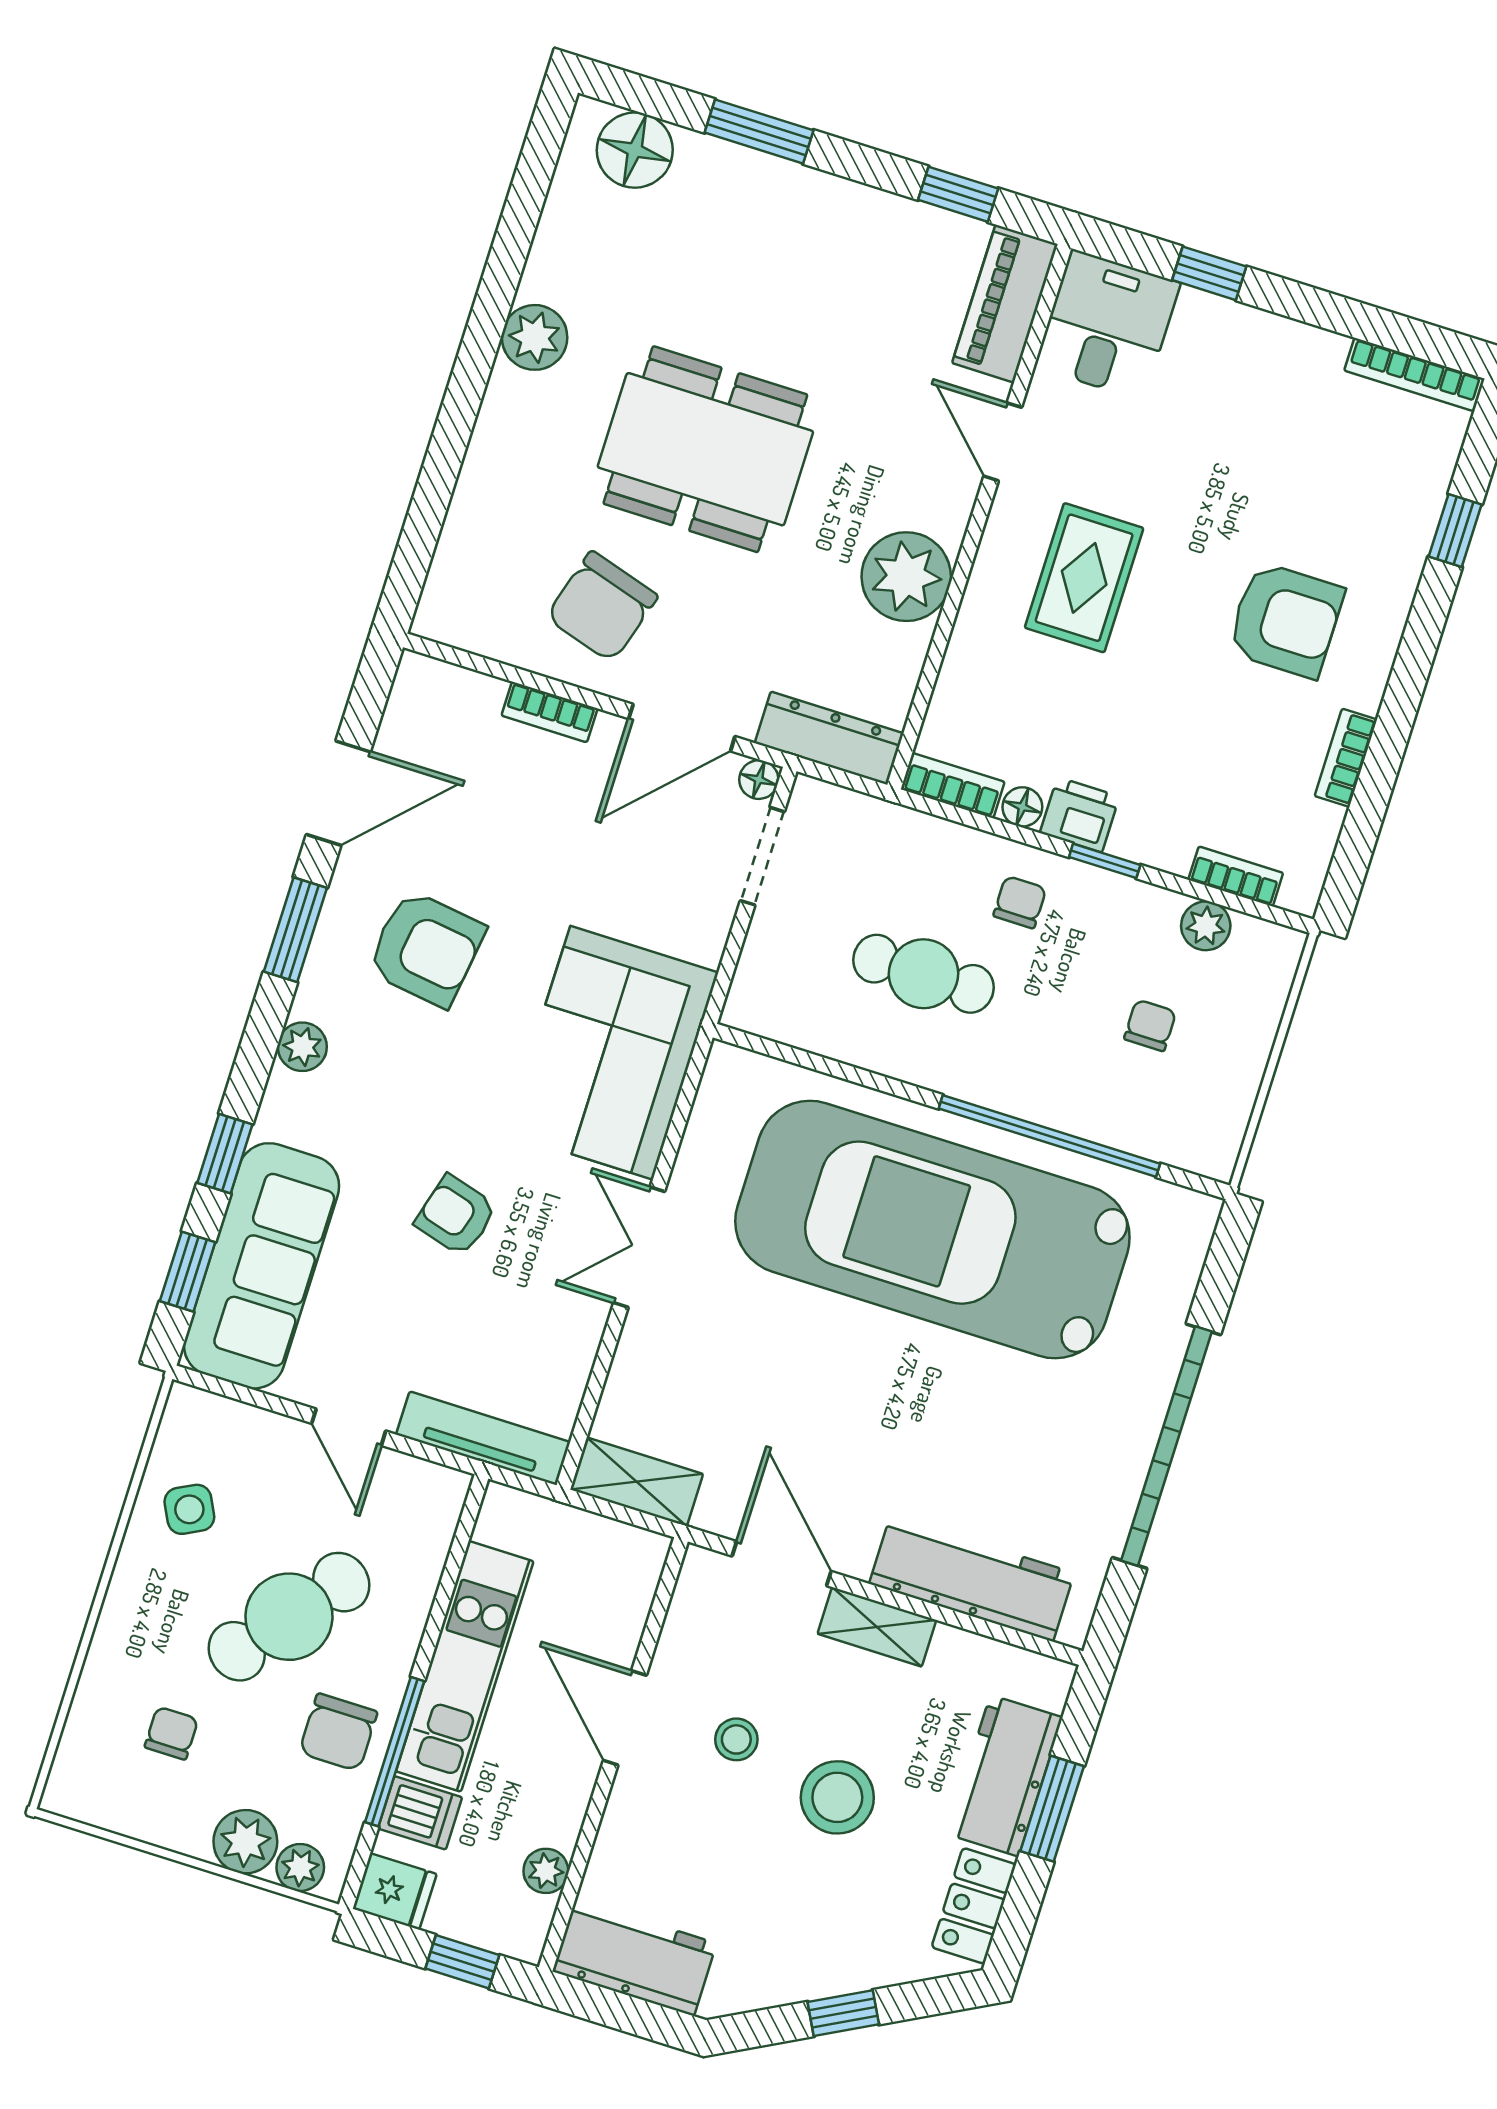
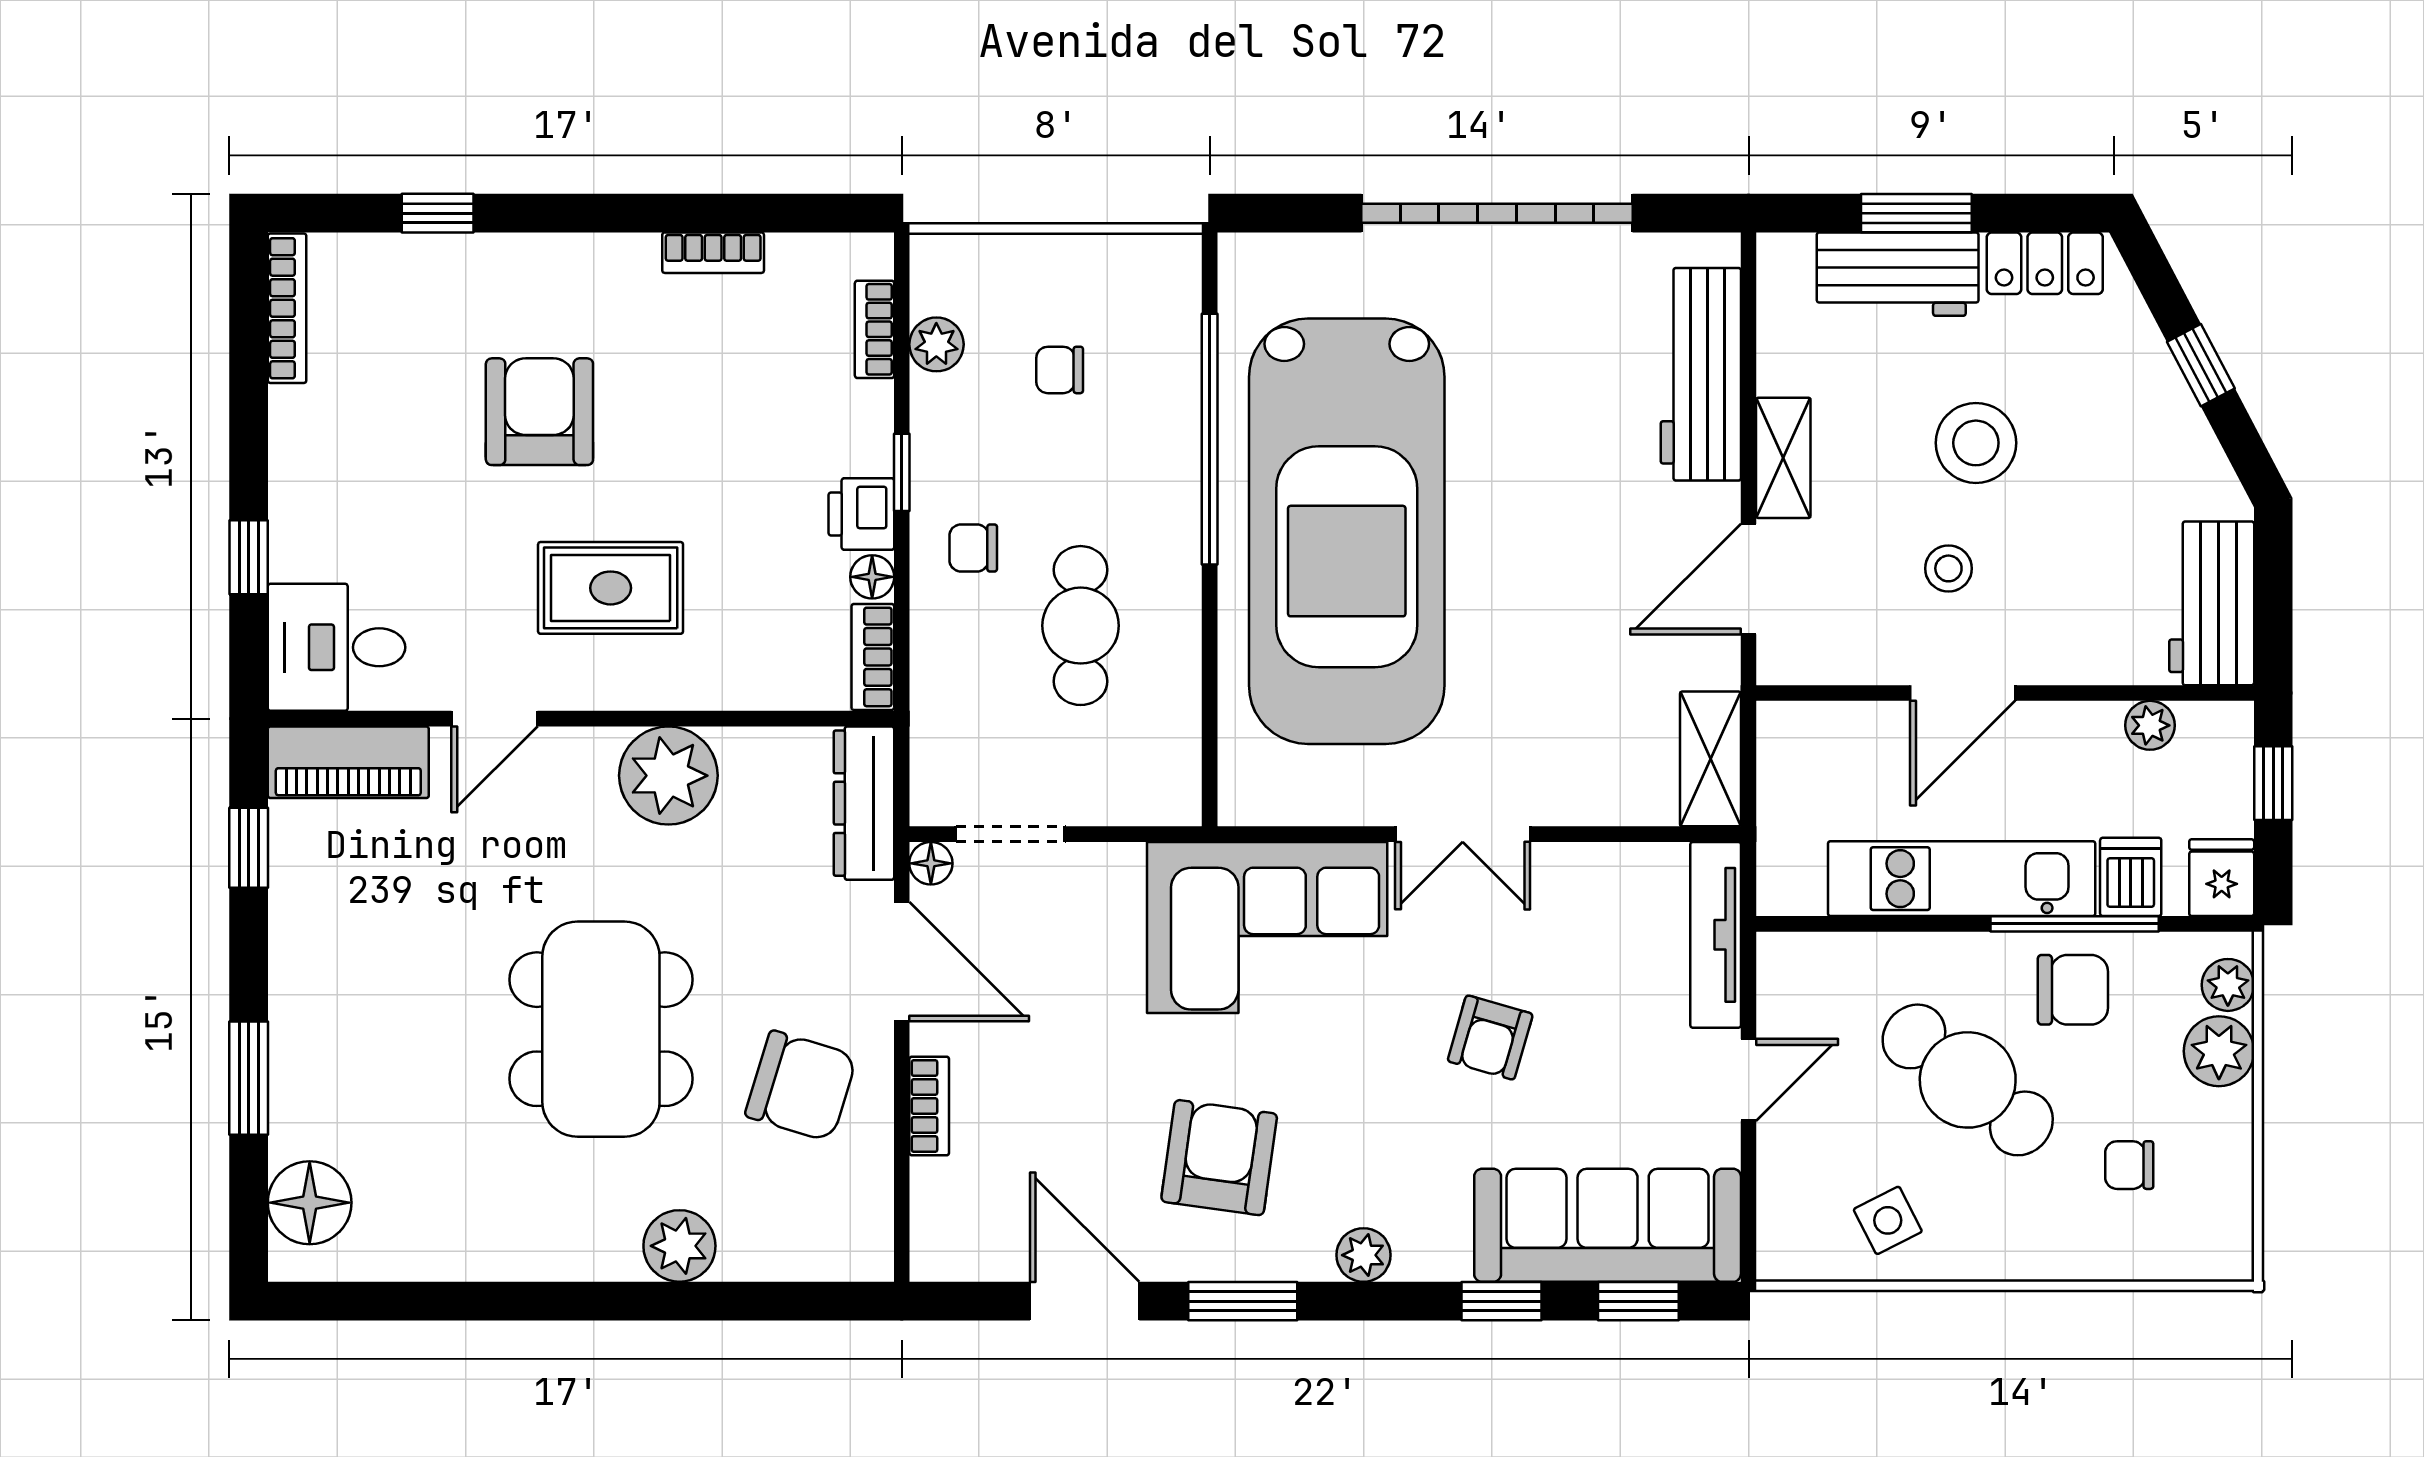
plant: (535, 337) -> (679, 1246), moved
armchair: (1286, 620) -> (539, 412), moved

